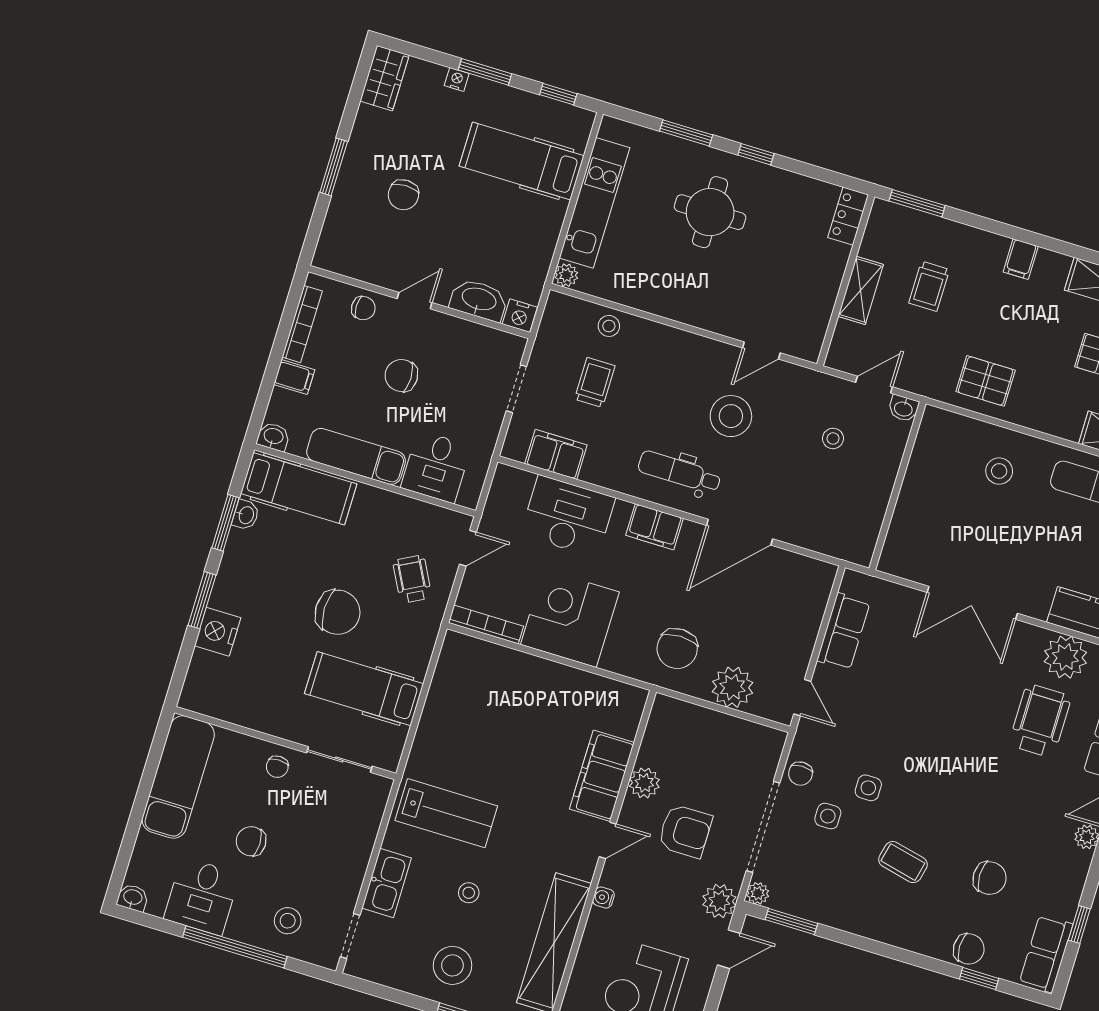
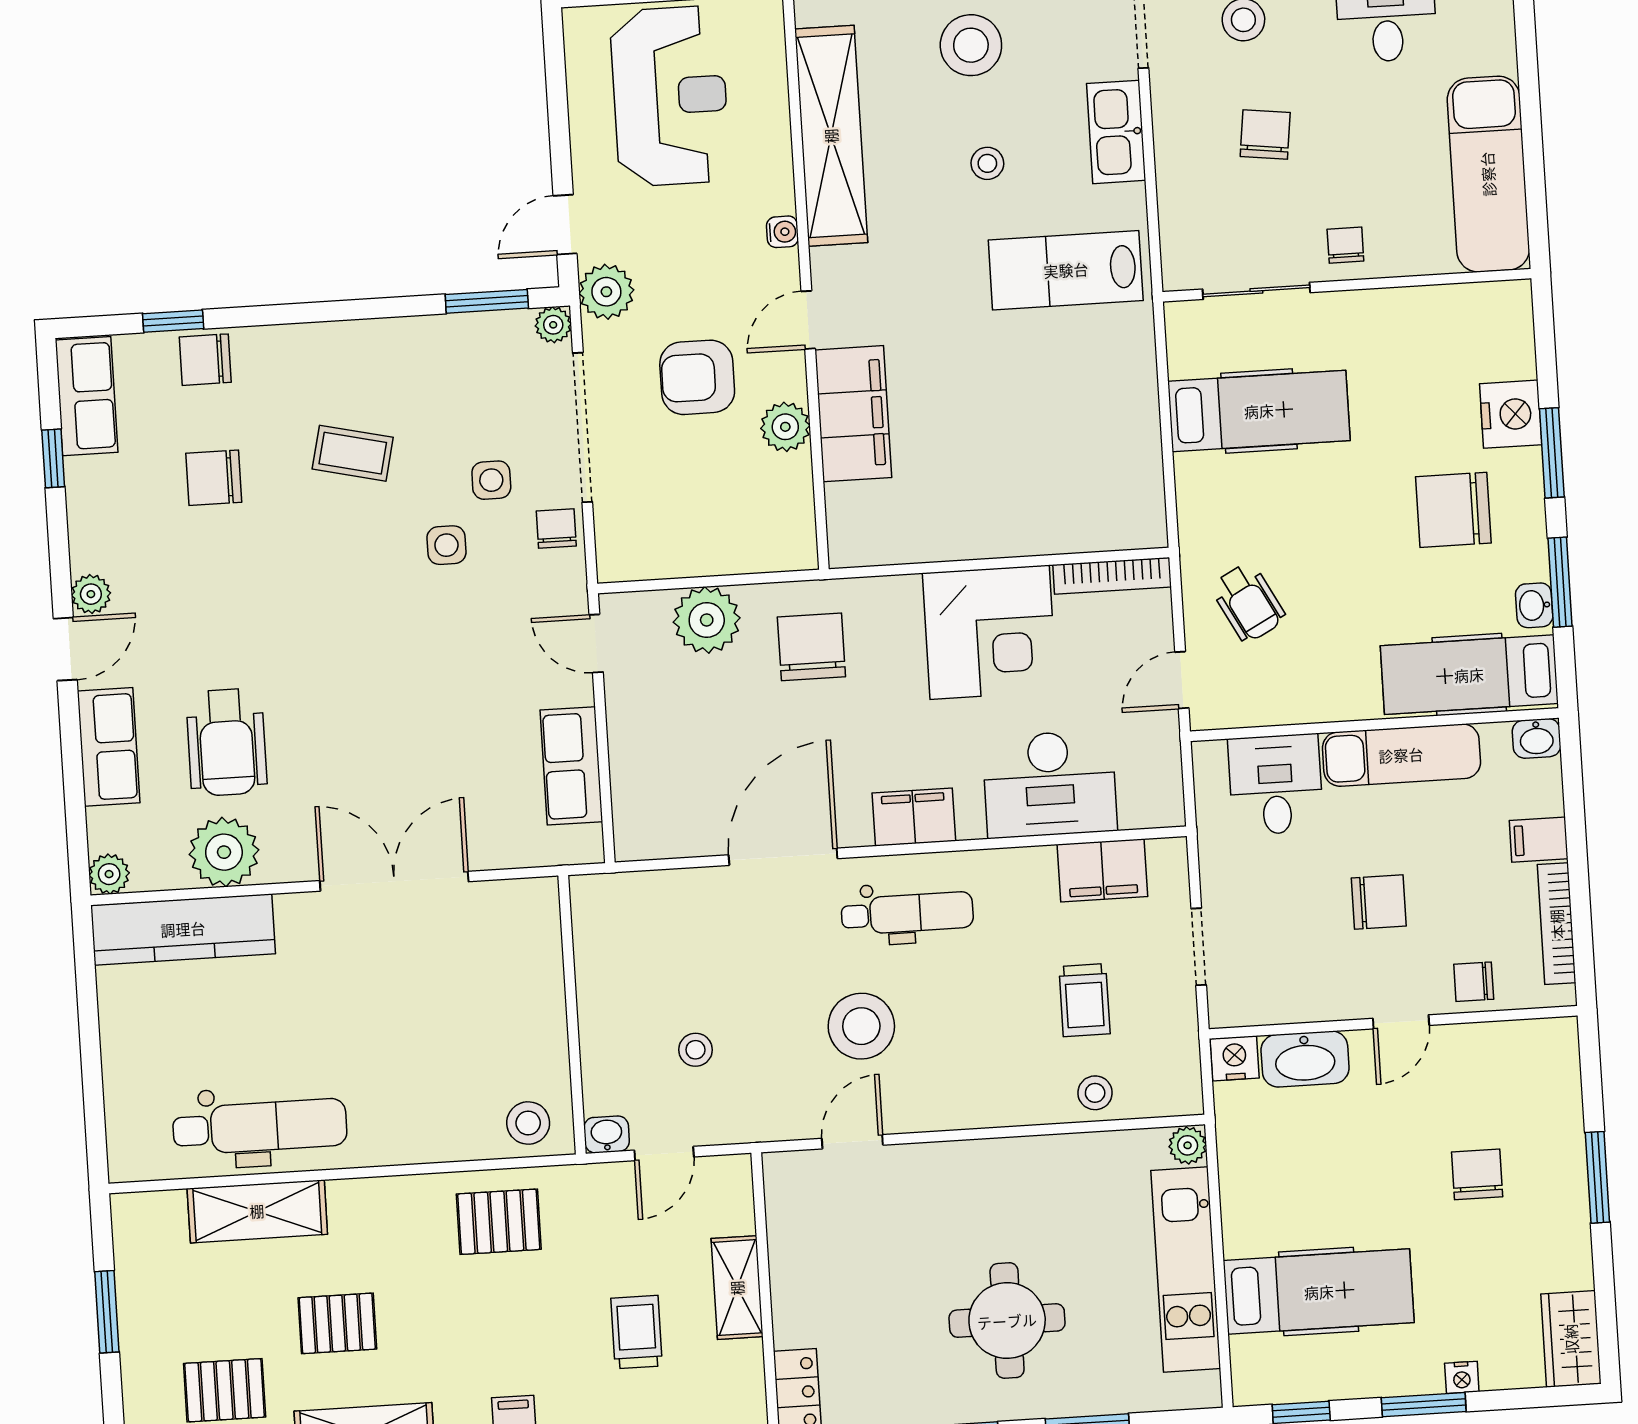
stool: (999, 471) -> (528, 1123), moved
chair: (338, 612) -> (1453, 510), moved
chair: (251, 841) -> (1265, 134), moved, turned -83

